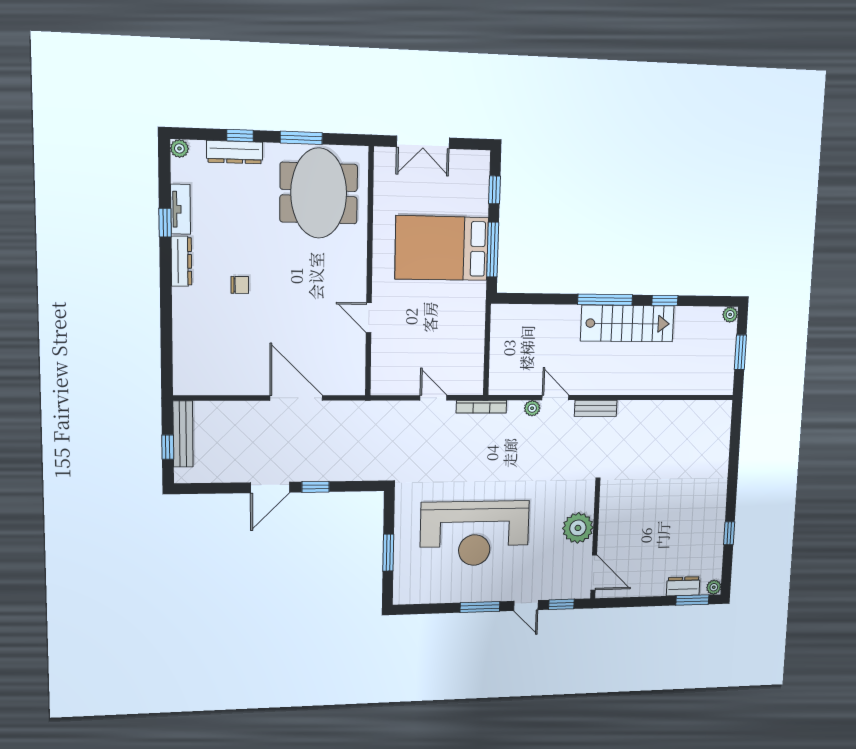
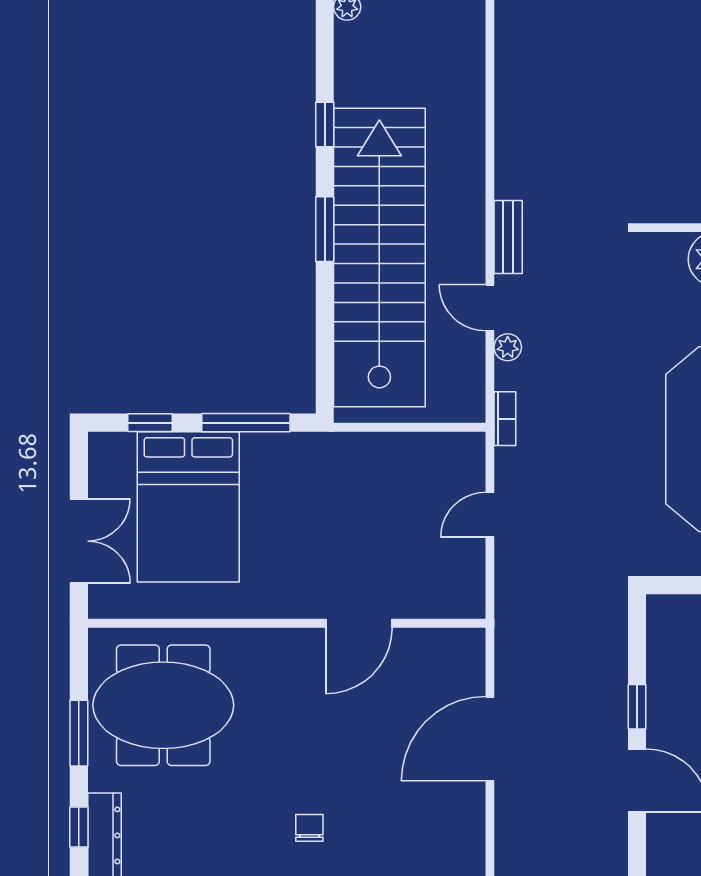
bed: (442, 248) -> (188, 507), moved
window: (605, 300) -> (325, 229), width x0.69
door: (369, 318) -> (359, 623), width x1.38
stairs: (627, 323) -> (379, 257), width x1.86, depth x1.51
door: (555, 398) -> (490, 308), hinge flipped
bookcase: (481, 407) -> (505, 419), width x0.64

